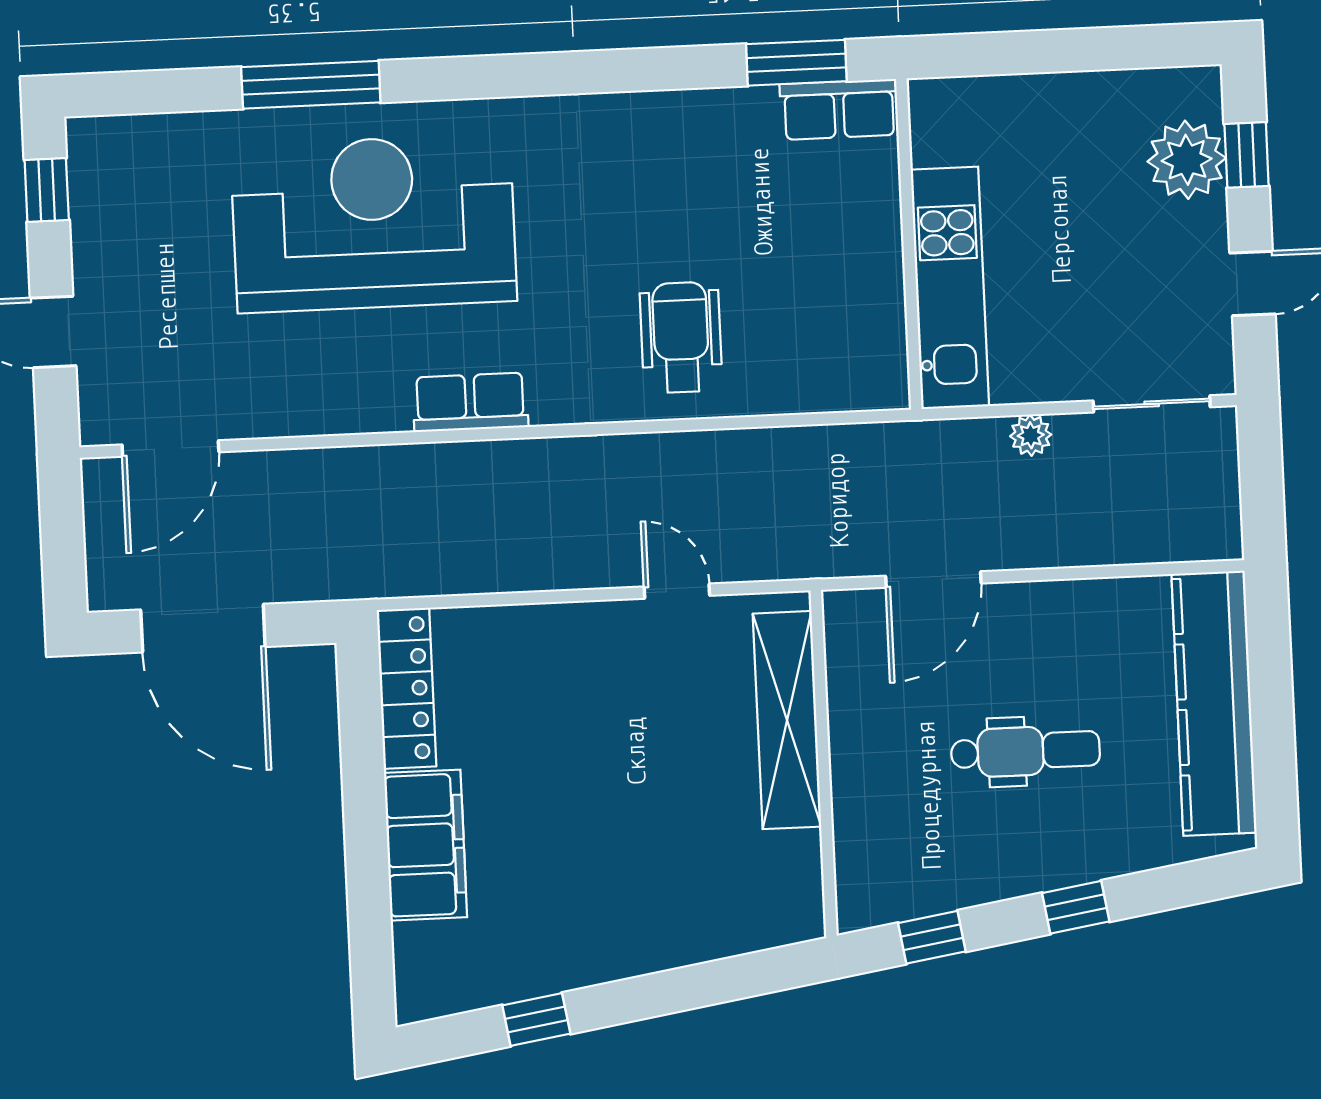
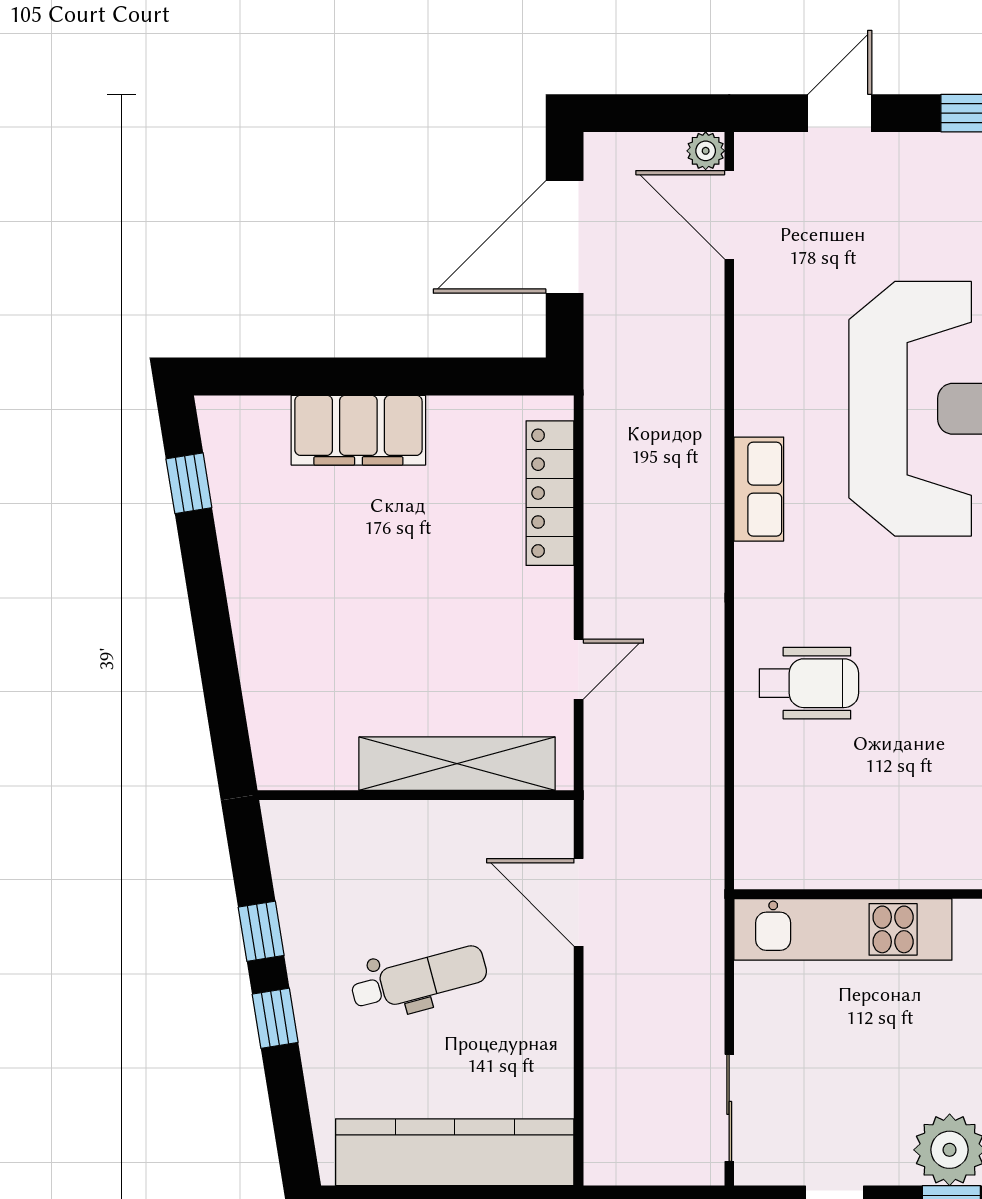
plant: (1031, 435) -> (706, 151), moved
locker: (406, 688) -> (550, 493), moved, turned 90
dental chair: (1025, 751) -> (419, 979), turned -105
window: (932, 937) -> (261, 931), moved
window: (536, 1019) -> (189, 483), moved

